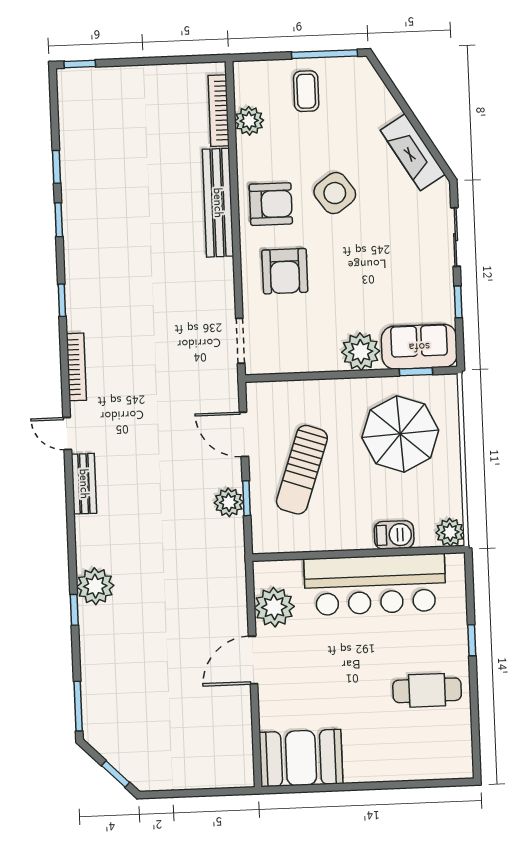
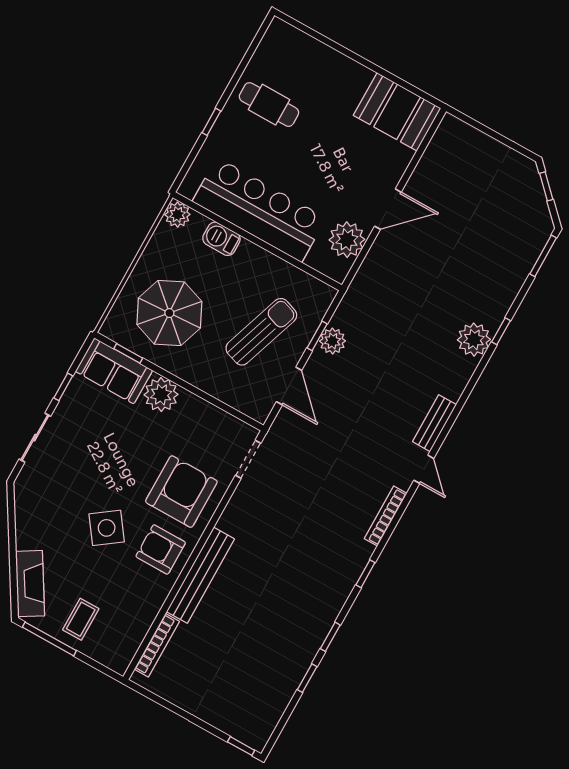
plant: (249, 121) -> (138, 623), removed
fireplace: (413, 152) -> (30, 584), moved
armchair: (285, 271) -> (181, 492), width x1.36, depth x1.36

